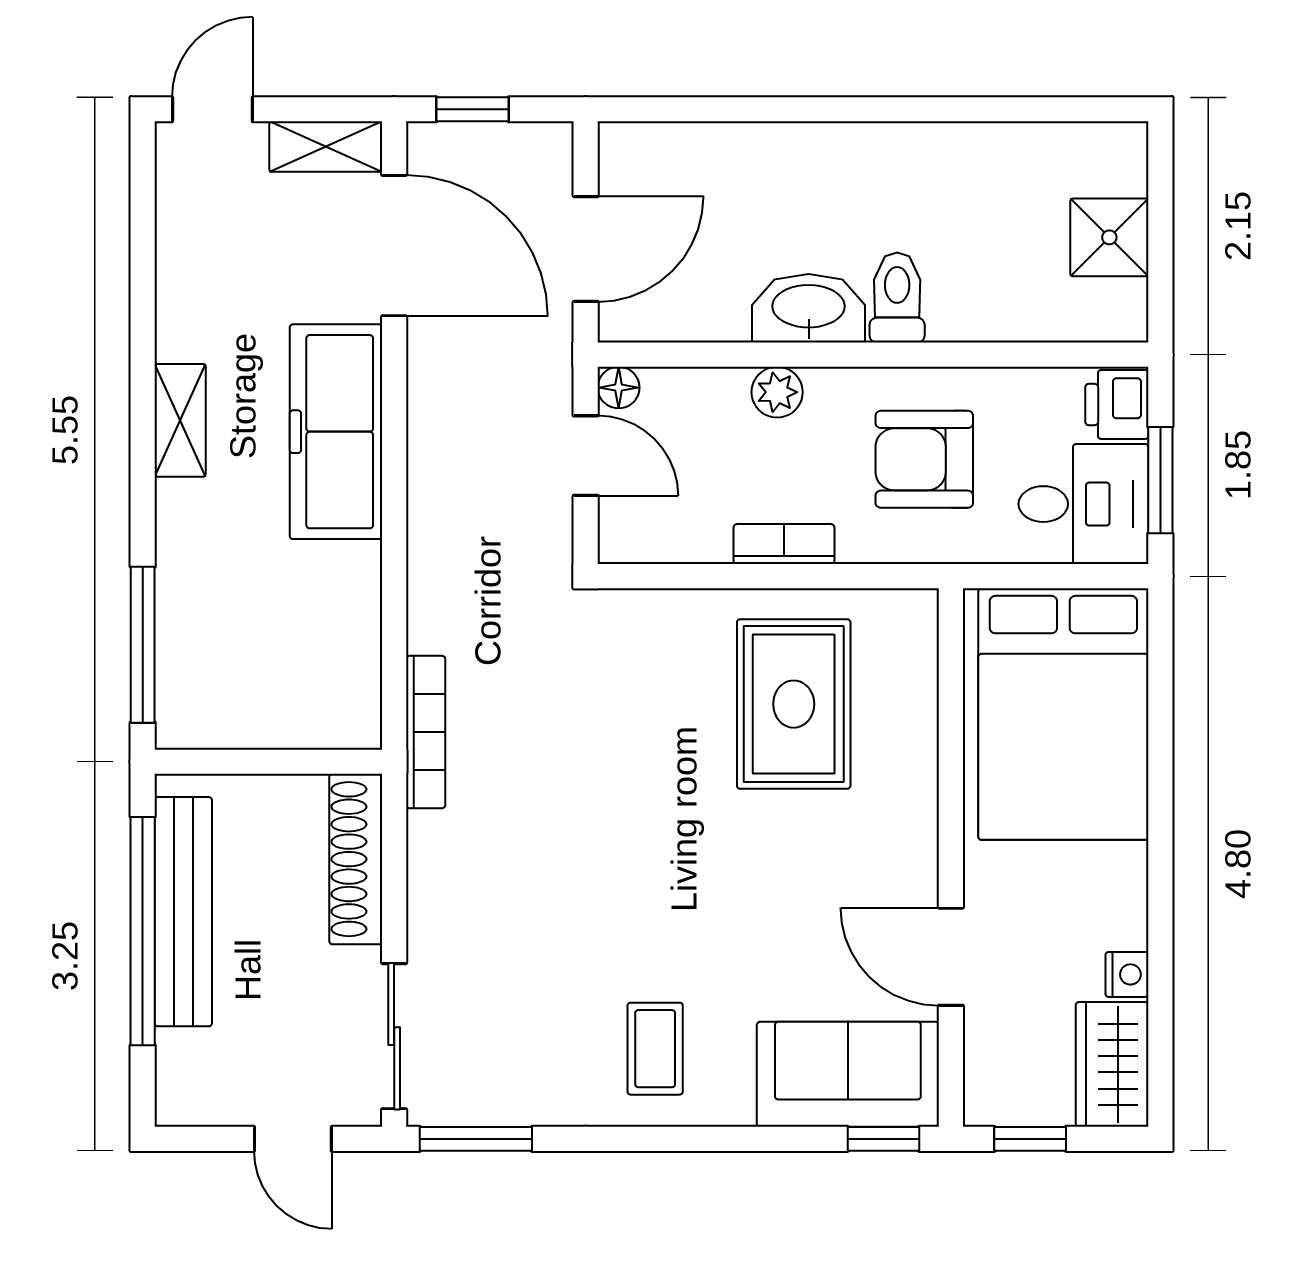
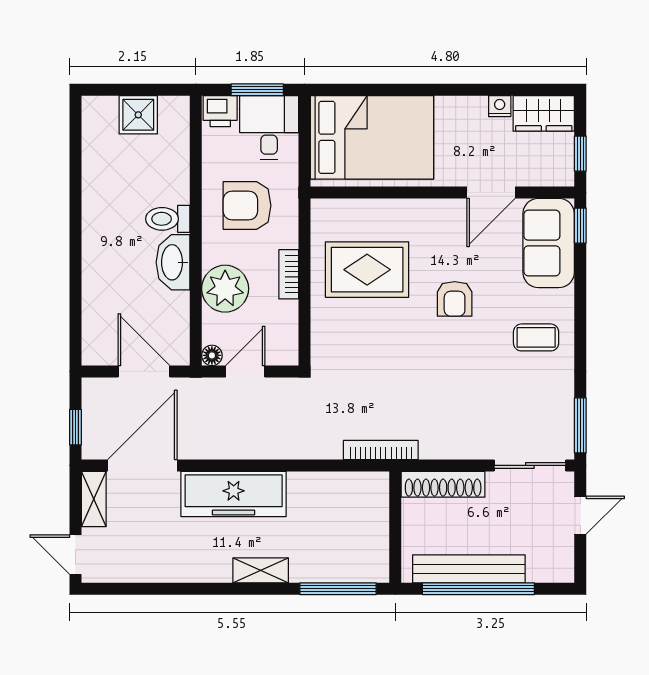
plant: (777, 392) -> (225, 289), width x1.87, depth x1.87
shelving: (180, 420) -> (261, 570), moved
armchair: (924, 459) -> (247, 206), turned 90
armchair: (734, 883) -> (455, 299), added

